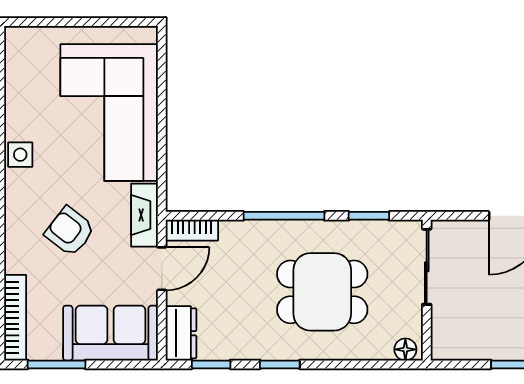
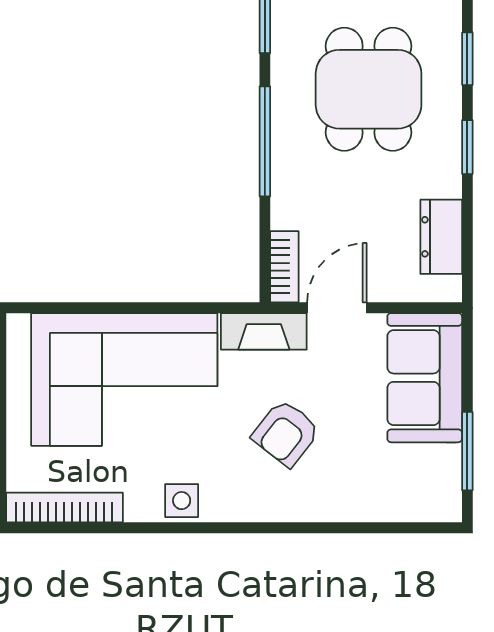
door: (162, 269) -> (337, 308), hinge flipped
bookcase: (15, 318) -> (64, 508), moved
dresser: (181, 333) -> (441, 237), moved, turned -90
window: (211, 364) -> (467, 59), moved

